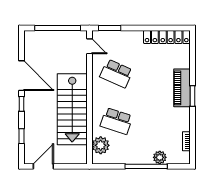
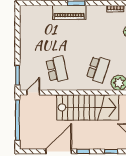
locker: (167, 37) -> (25, 26), removed
school desk: (116, 73) -> (57, 69), turned -36

